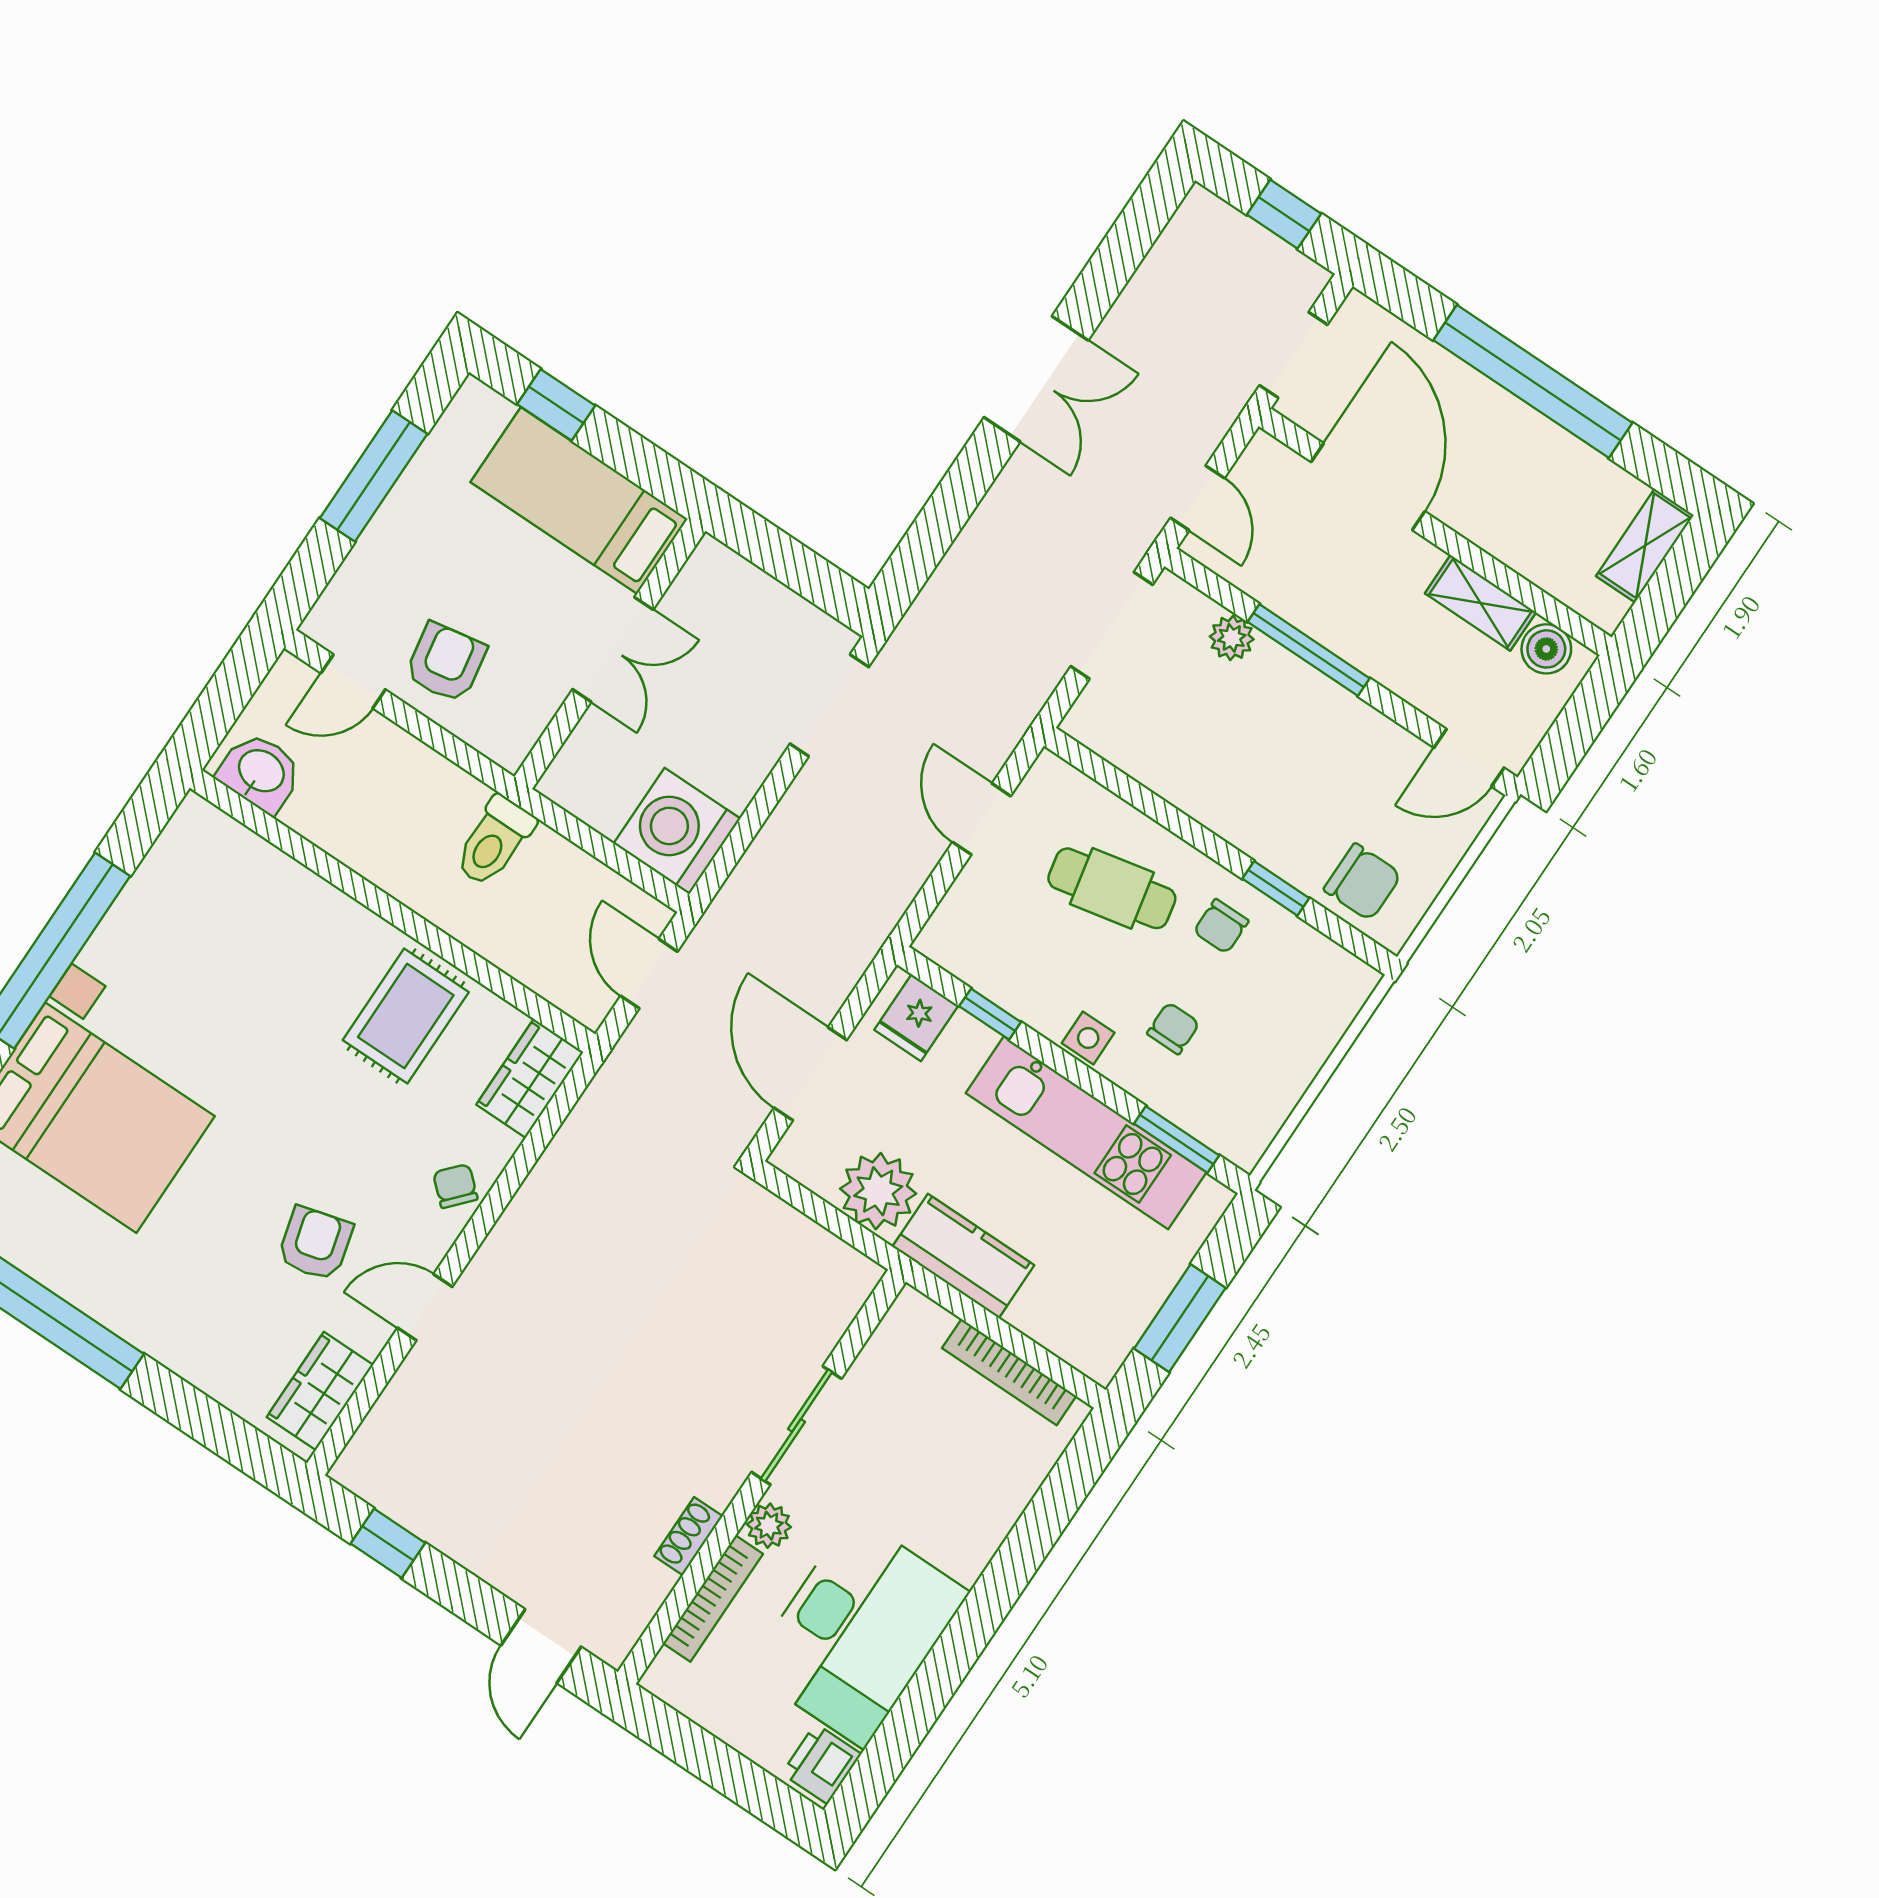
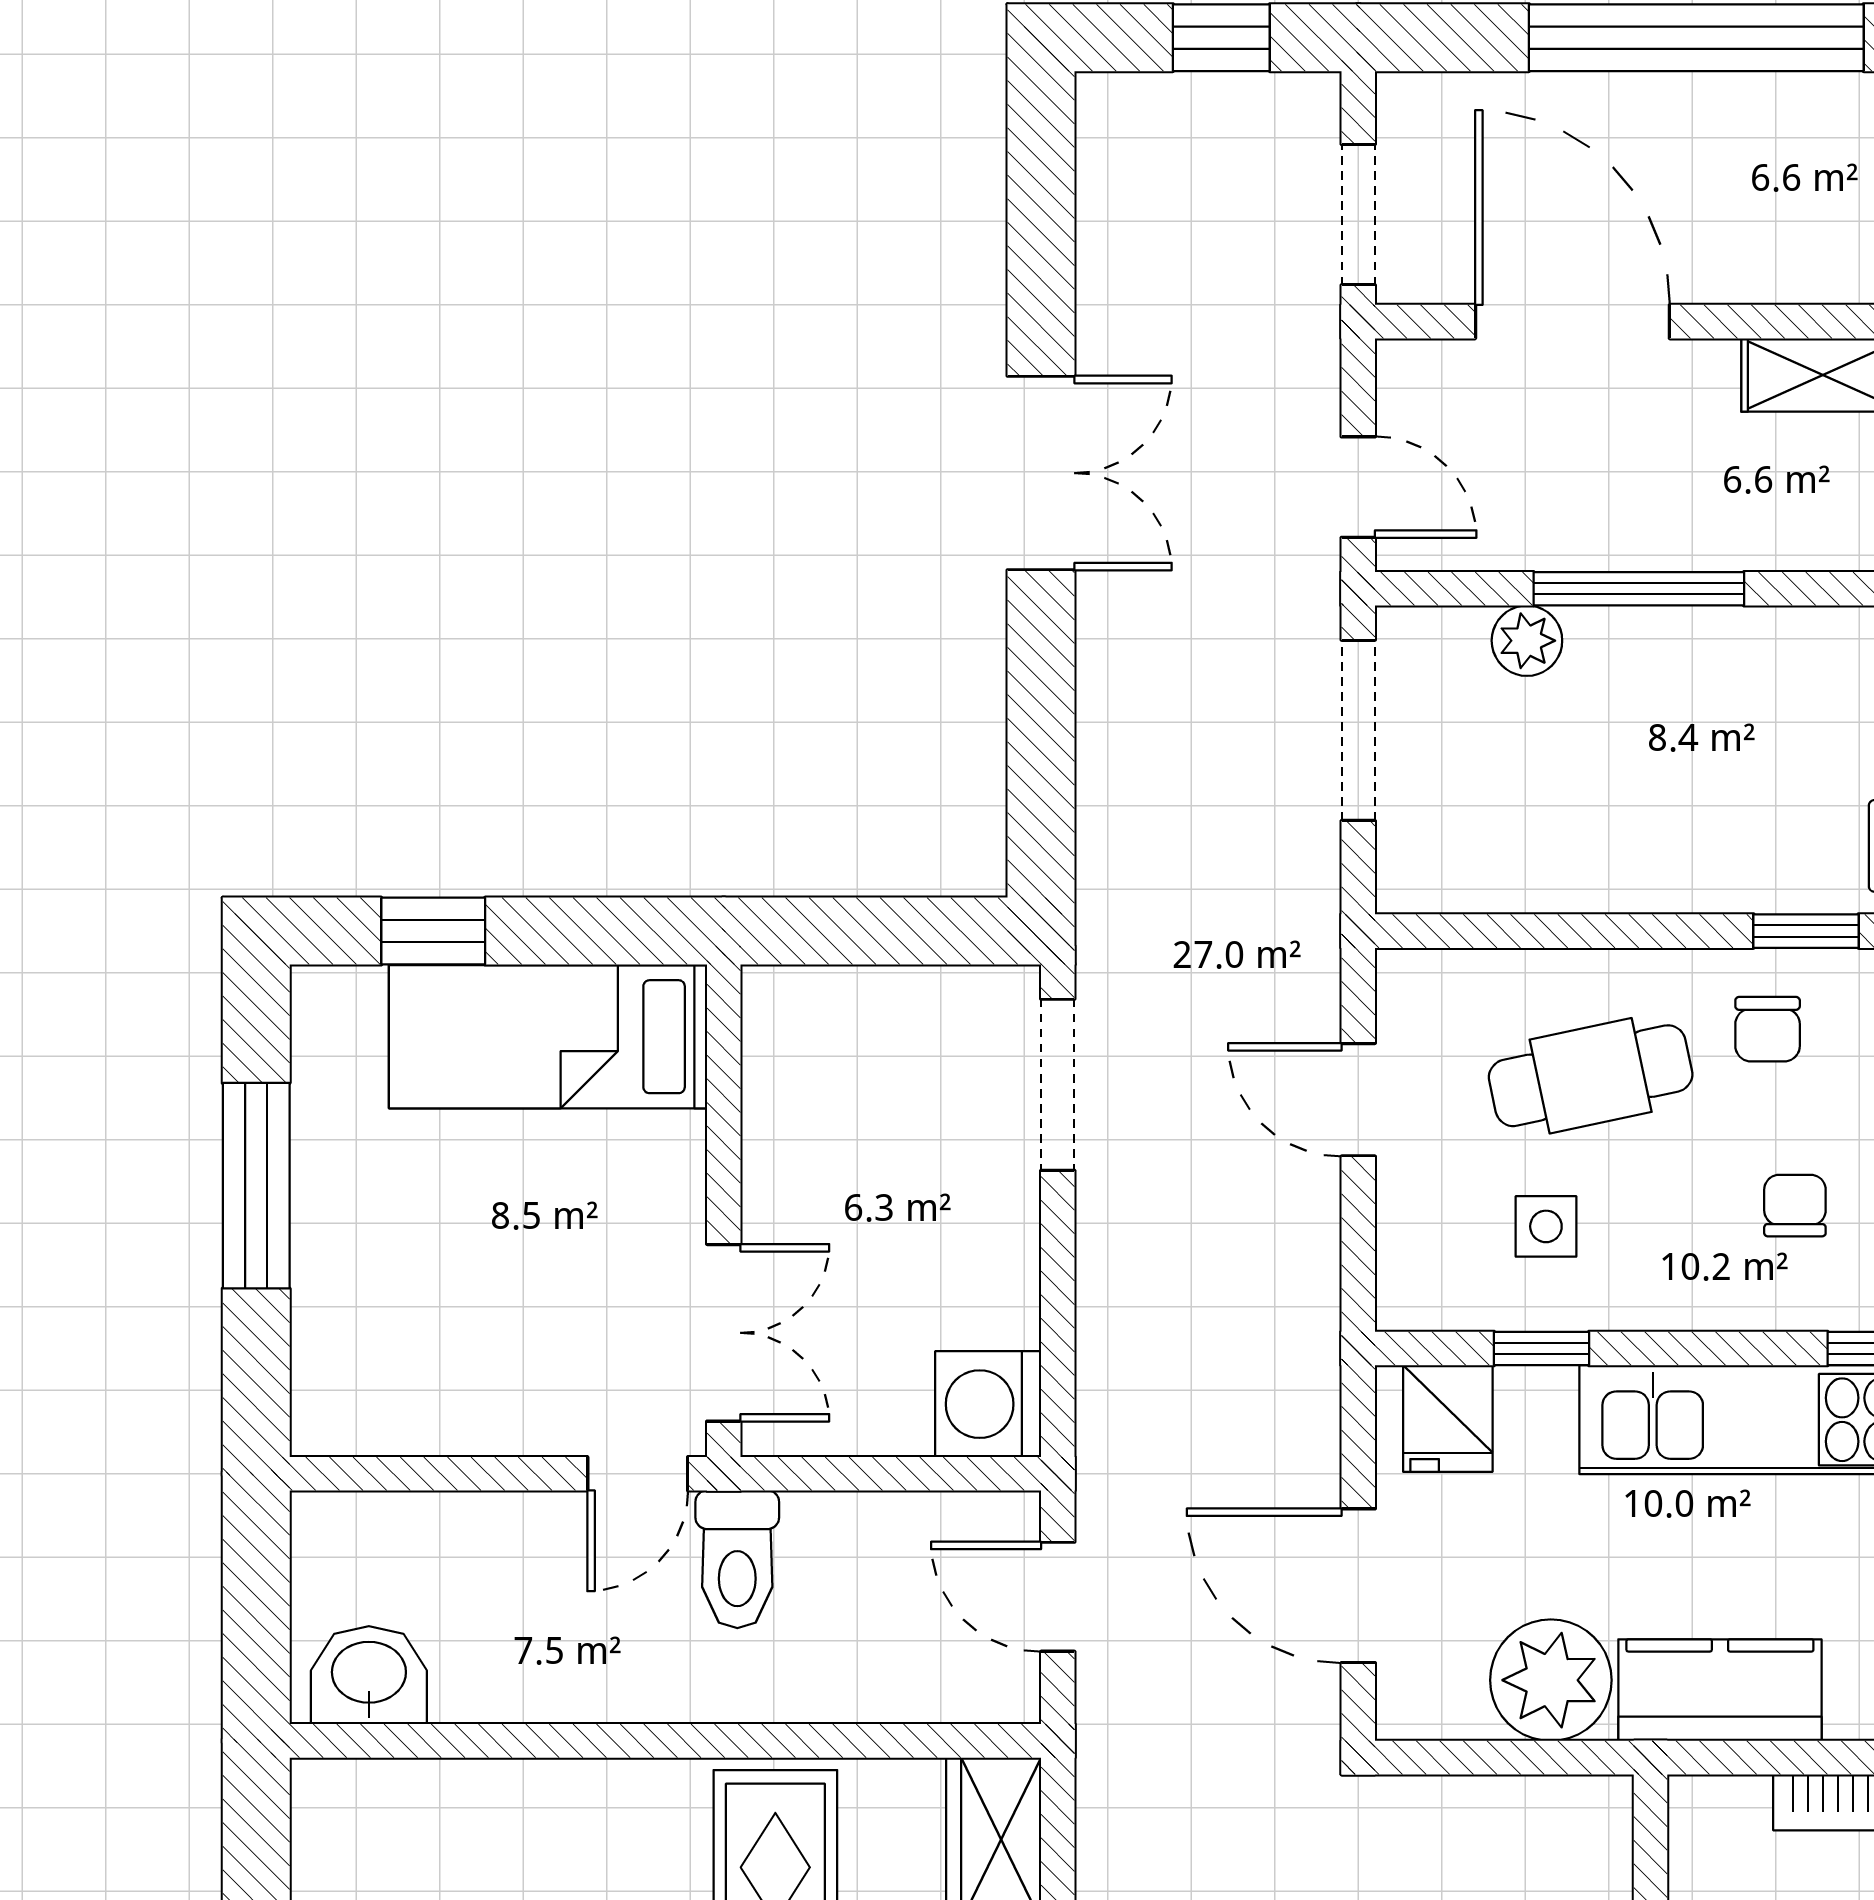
double door: (613, 649) -> (724, 1333), moved
armchair: (446, 663) -> (516, 1367), removed
door: (353, 681) -> (638, 1474), moved
washing machine: (677, 831) -> (988, 1404), width x0.73, depth x0.73
side table: (1088, 1038) -> (1546, 1226), moved

